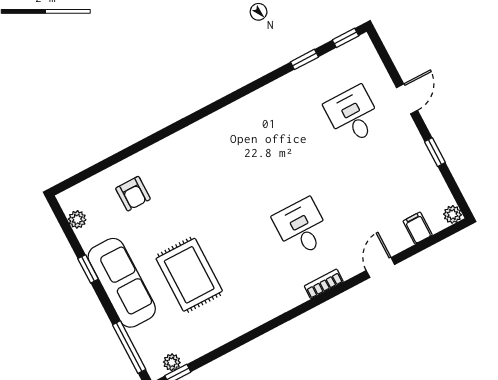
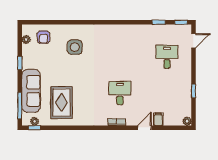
door: (407, 99) -> (194, 41), moved
side table: (174, 187) -> (75, 47), added
armchair: (133, 194) -> (43, 37), moved
filing cabinet: (418, 228) -> (158, 119), moved
rug: (189, 275) -> (62, 102), moved
sofa: (122, 283) -> (31, 91), moved

